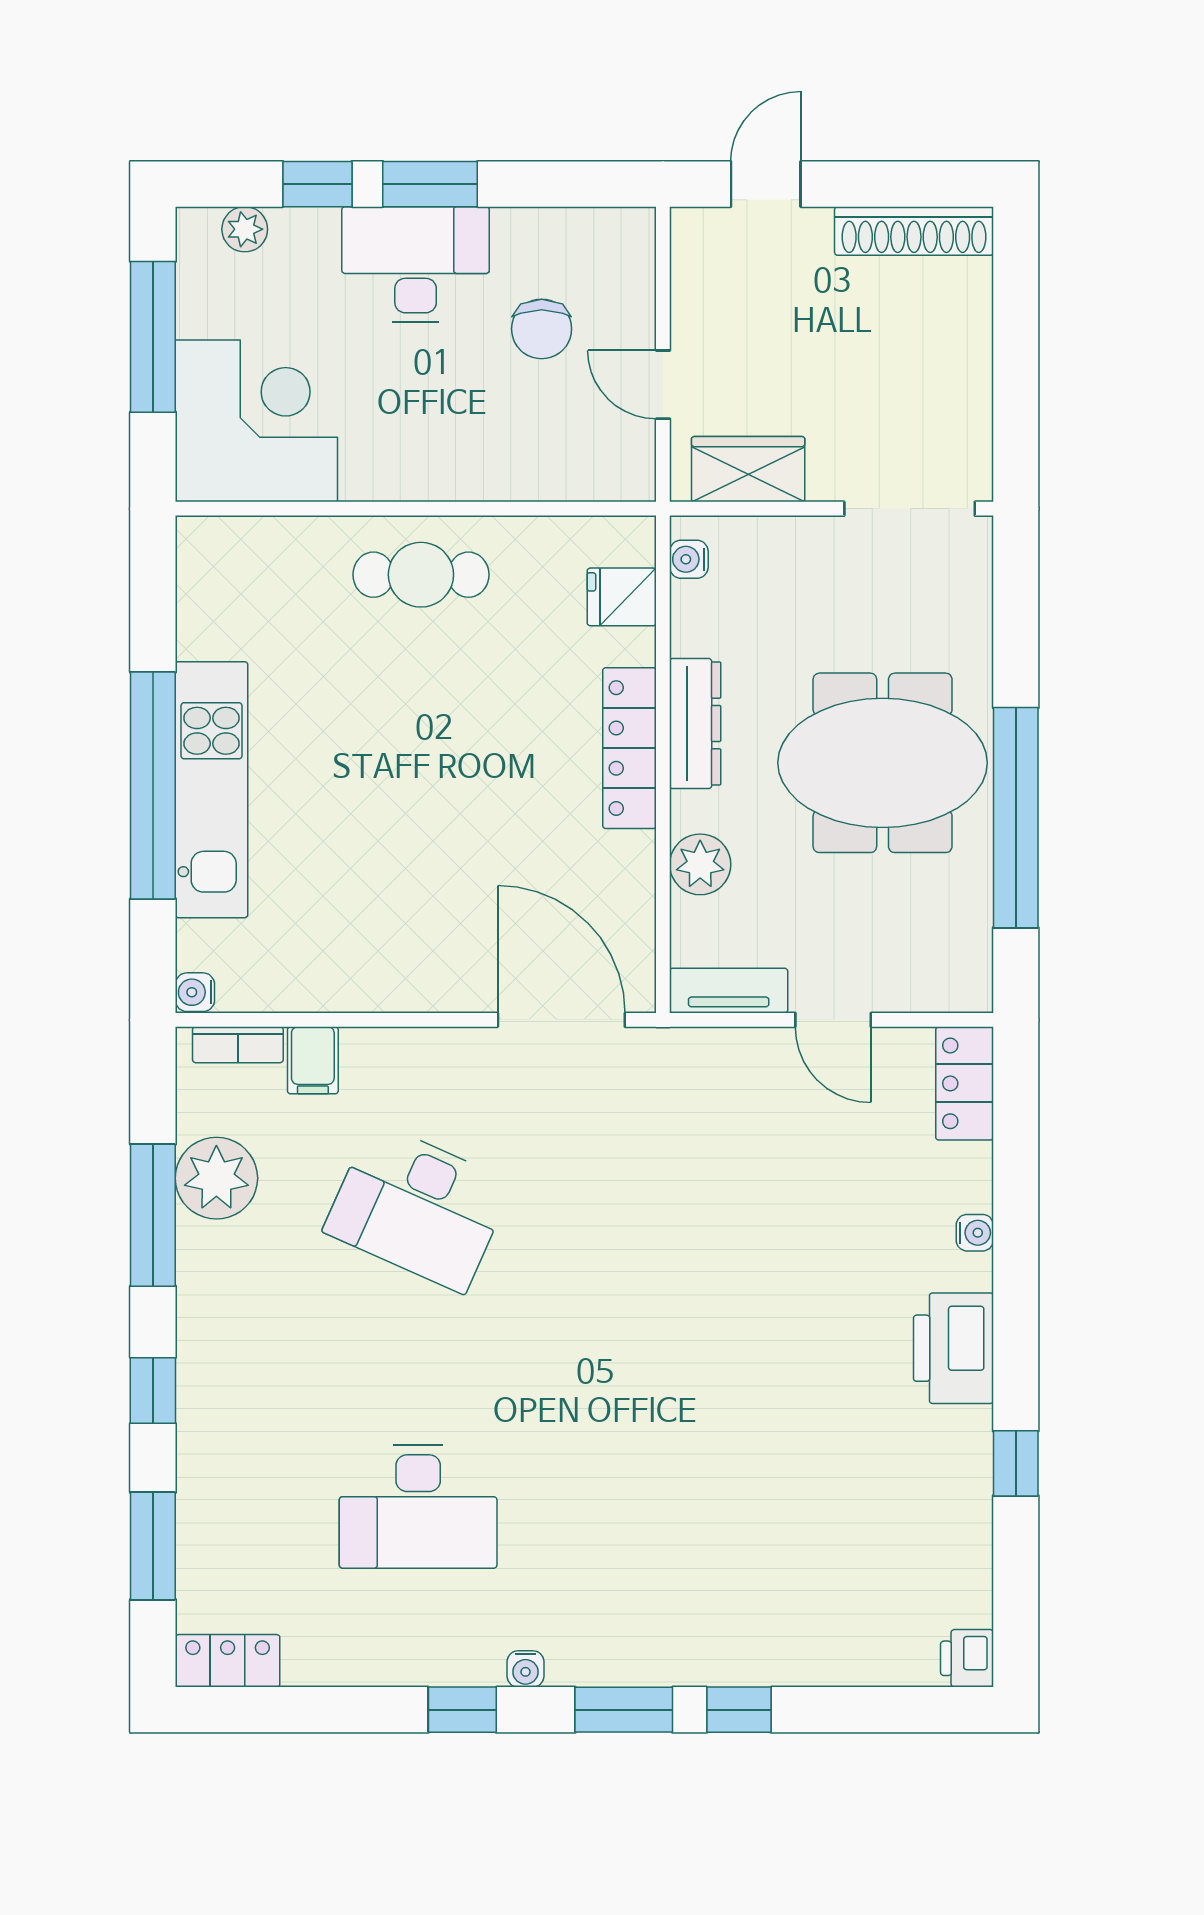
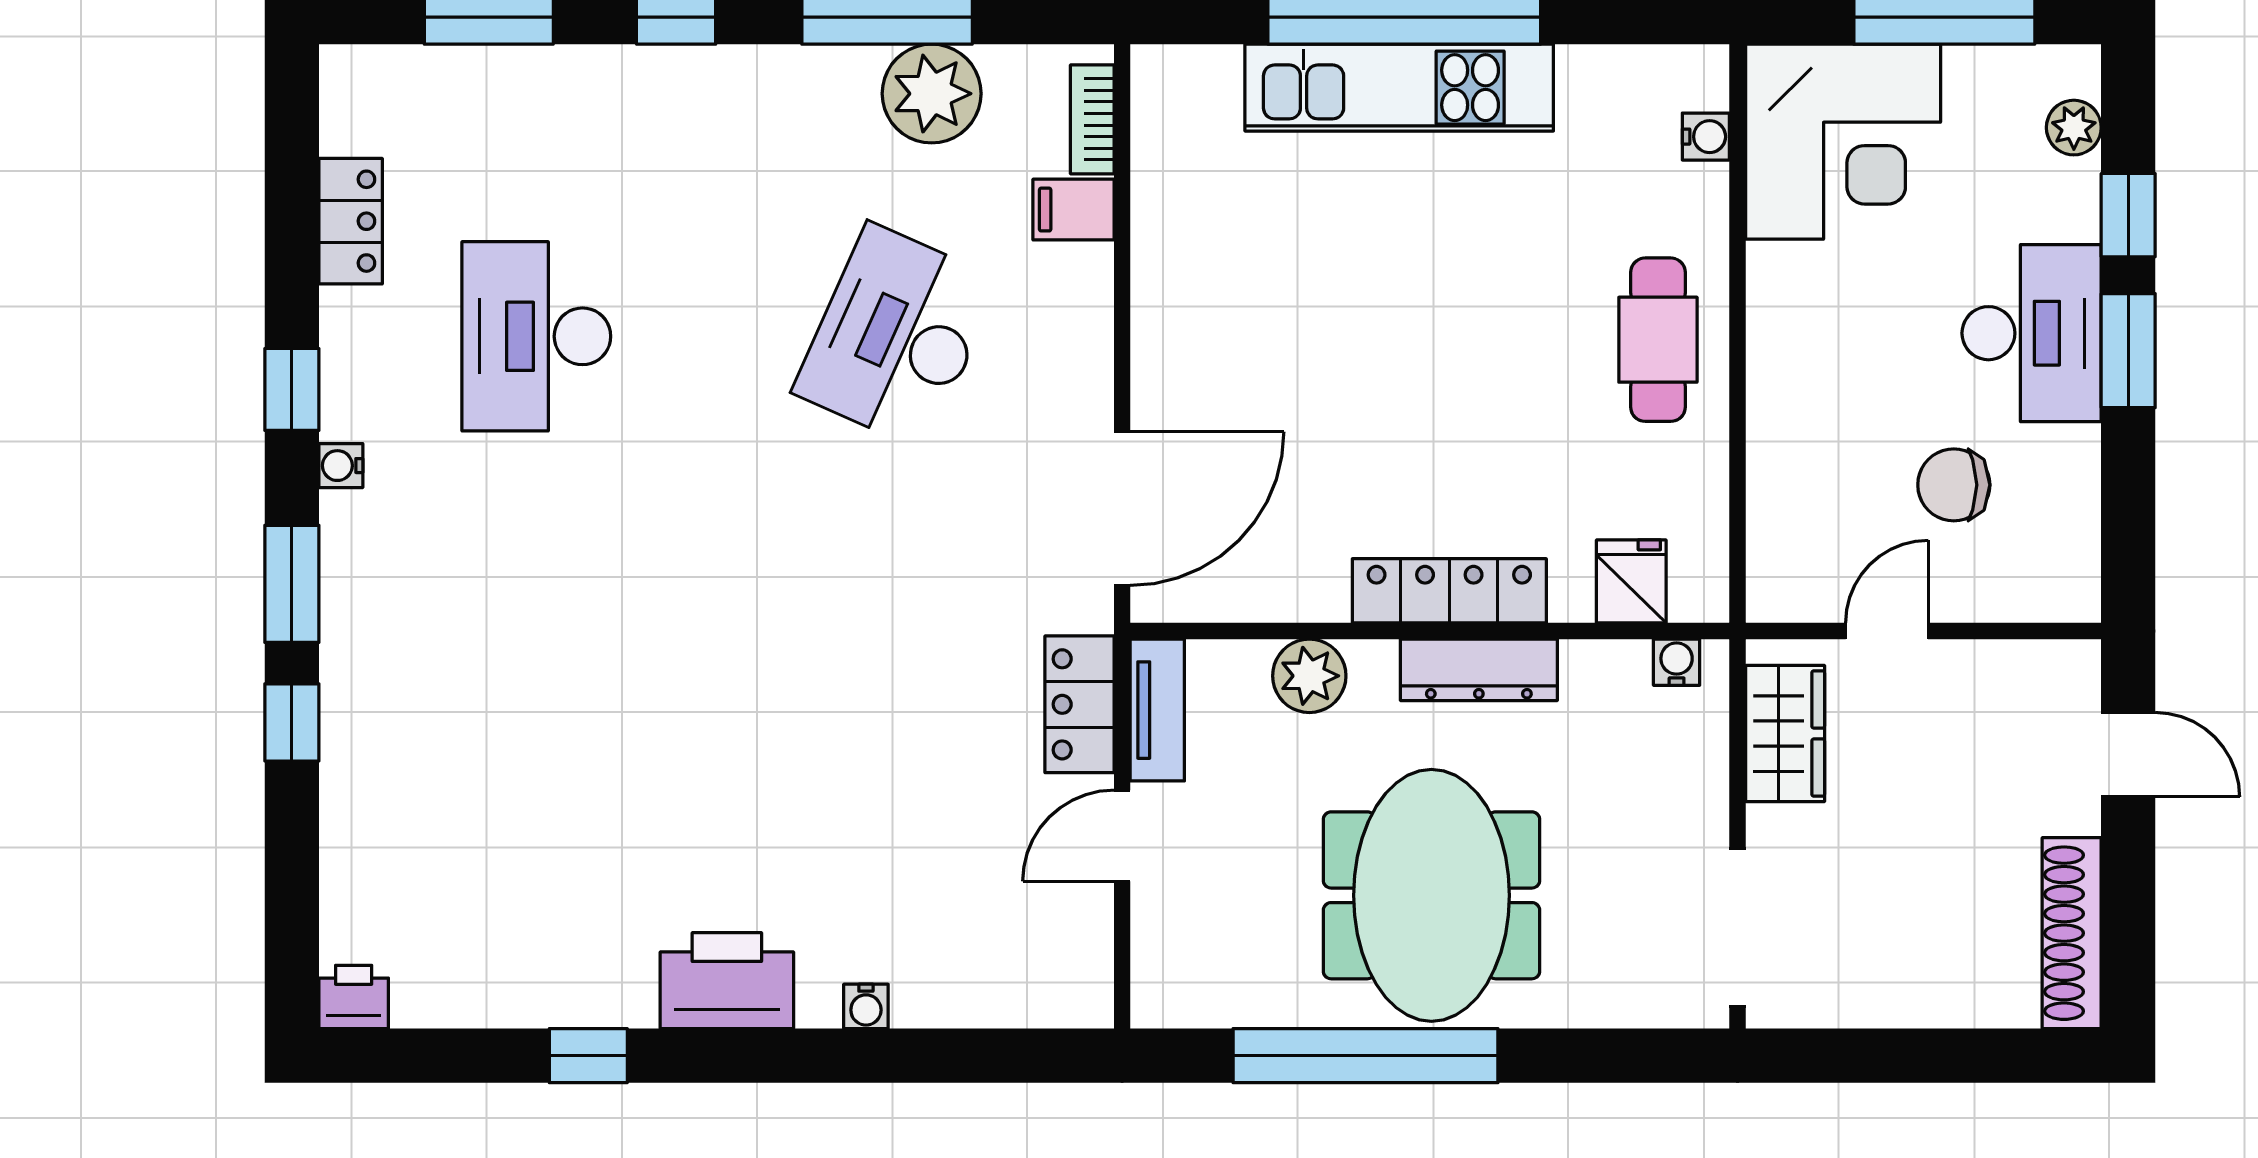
water cooler: (195, 992) -> (1706, 137), moved, turned 90
locker: (965, 1083) -> (1079, 704), moved, turned -90
locker: (228, 1661) -> (351, 221), moved

